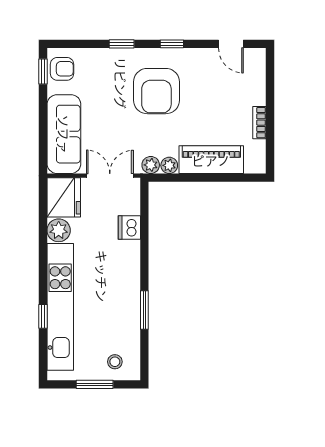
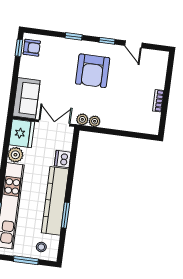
door: (231, 44) -> (133, 44), moved
sofa: (64, 134) -> (26, 98), width x0.73
piano: (211, 160) -> (123, 121), removed
kitchen counter: (126, 291) -> (55, 201), added

